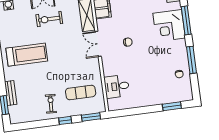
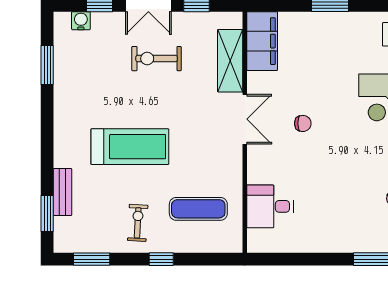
double door: (98, 44) -> (245, 119), swing flipped
treadmill: (27, 55) -> (130, 147), moved
window: (91, 117) -> (92, 259), moved

